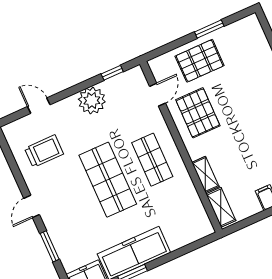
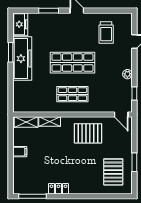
pallet: (200, 61) -> (113, 172), moved
door: (158, 95) -> (121, 114), moved
plant: (92, 101) -> (127, 74), width x0.53, depth x0.53

